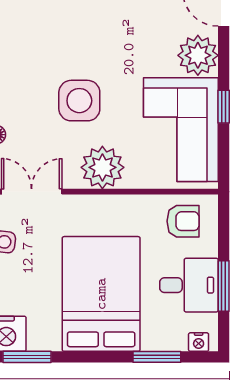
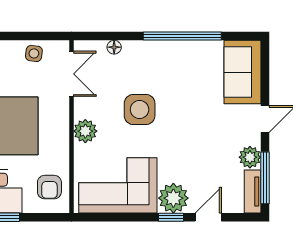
window: (224, 107) -> (171, 217), moved
plant: (102, 167) -> (85, 131), width x0.73, depth x0.73

